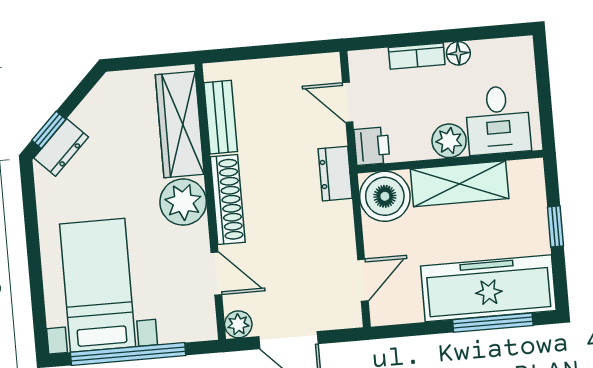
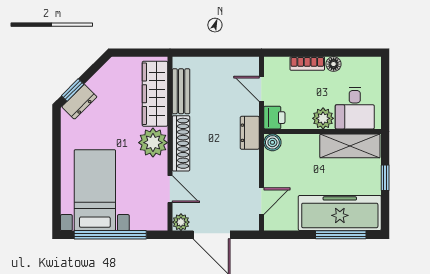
shelving: (460, 184) -> (350, 146), moved
boiler: (385, 196) -> (272, 142), width x0.54, depth x0.54

